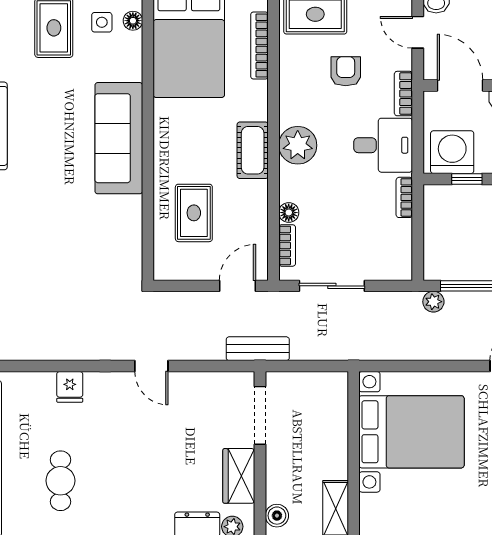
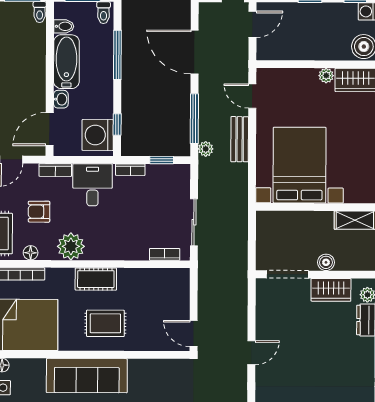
plant: (298, 145) -> (71, 246), moved
rug: (194, 213) -> (105, 323), moved
floor lamp: (289, 213) -> (31, 253), moved
window: (418, 241) -> (162, 160), added
door: (238, 286) -> (194, 334), moved
bench: (258, 349) -> (240, 139), moved
boiler: (277, 516) -> (326, 262), moved

